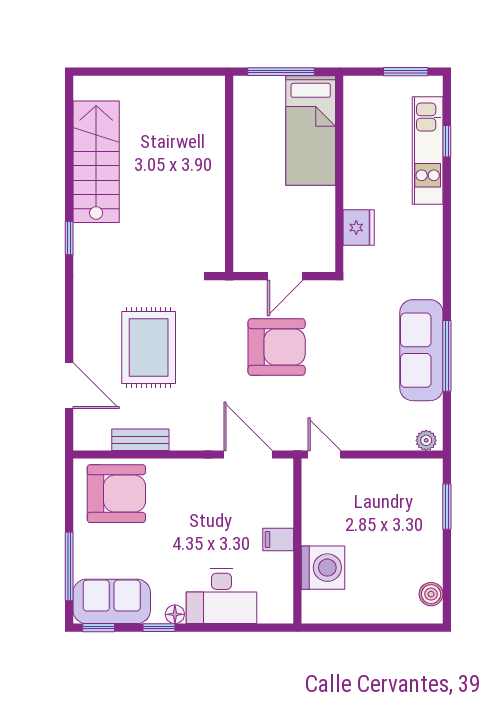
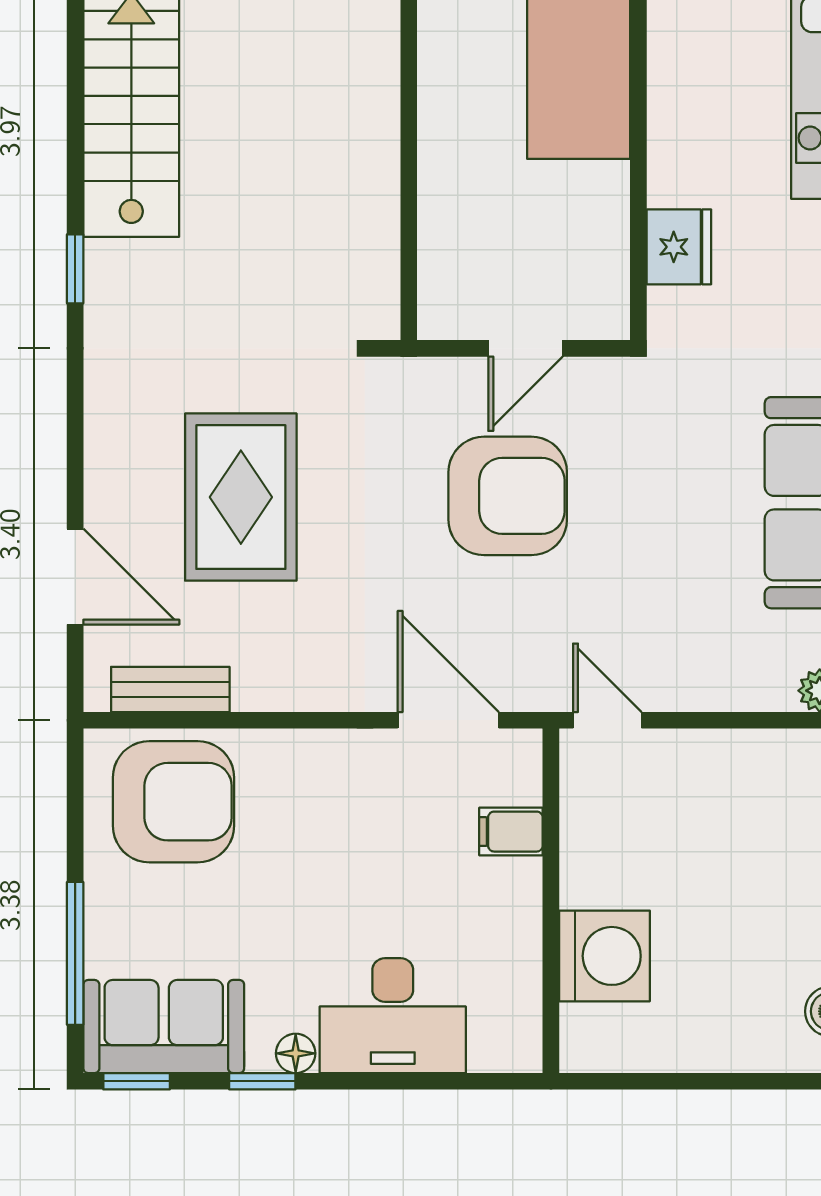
bench: (140, 440) -> (170, 689), moved
filing cabinet: (278, 540) -> (511, 832), moved

